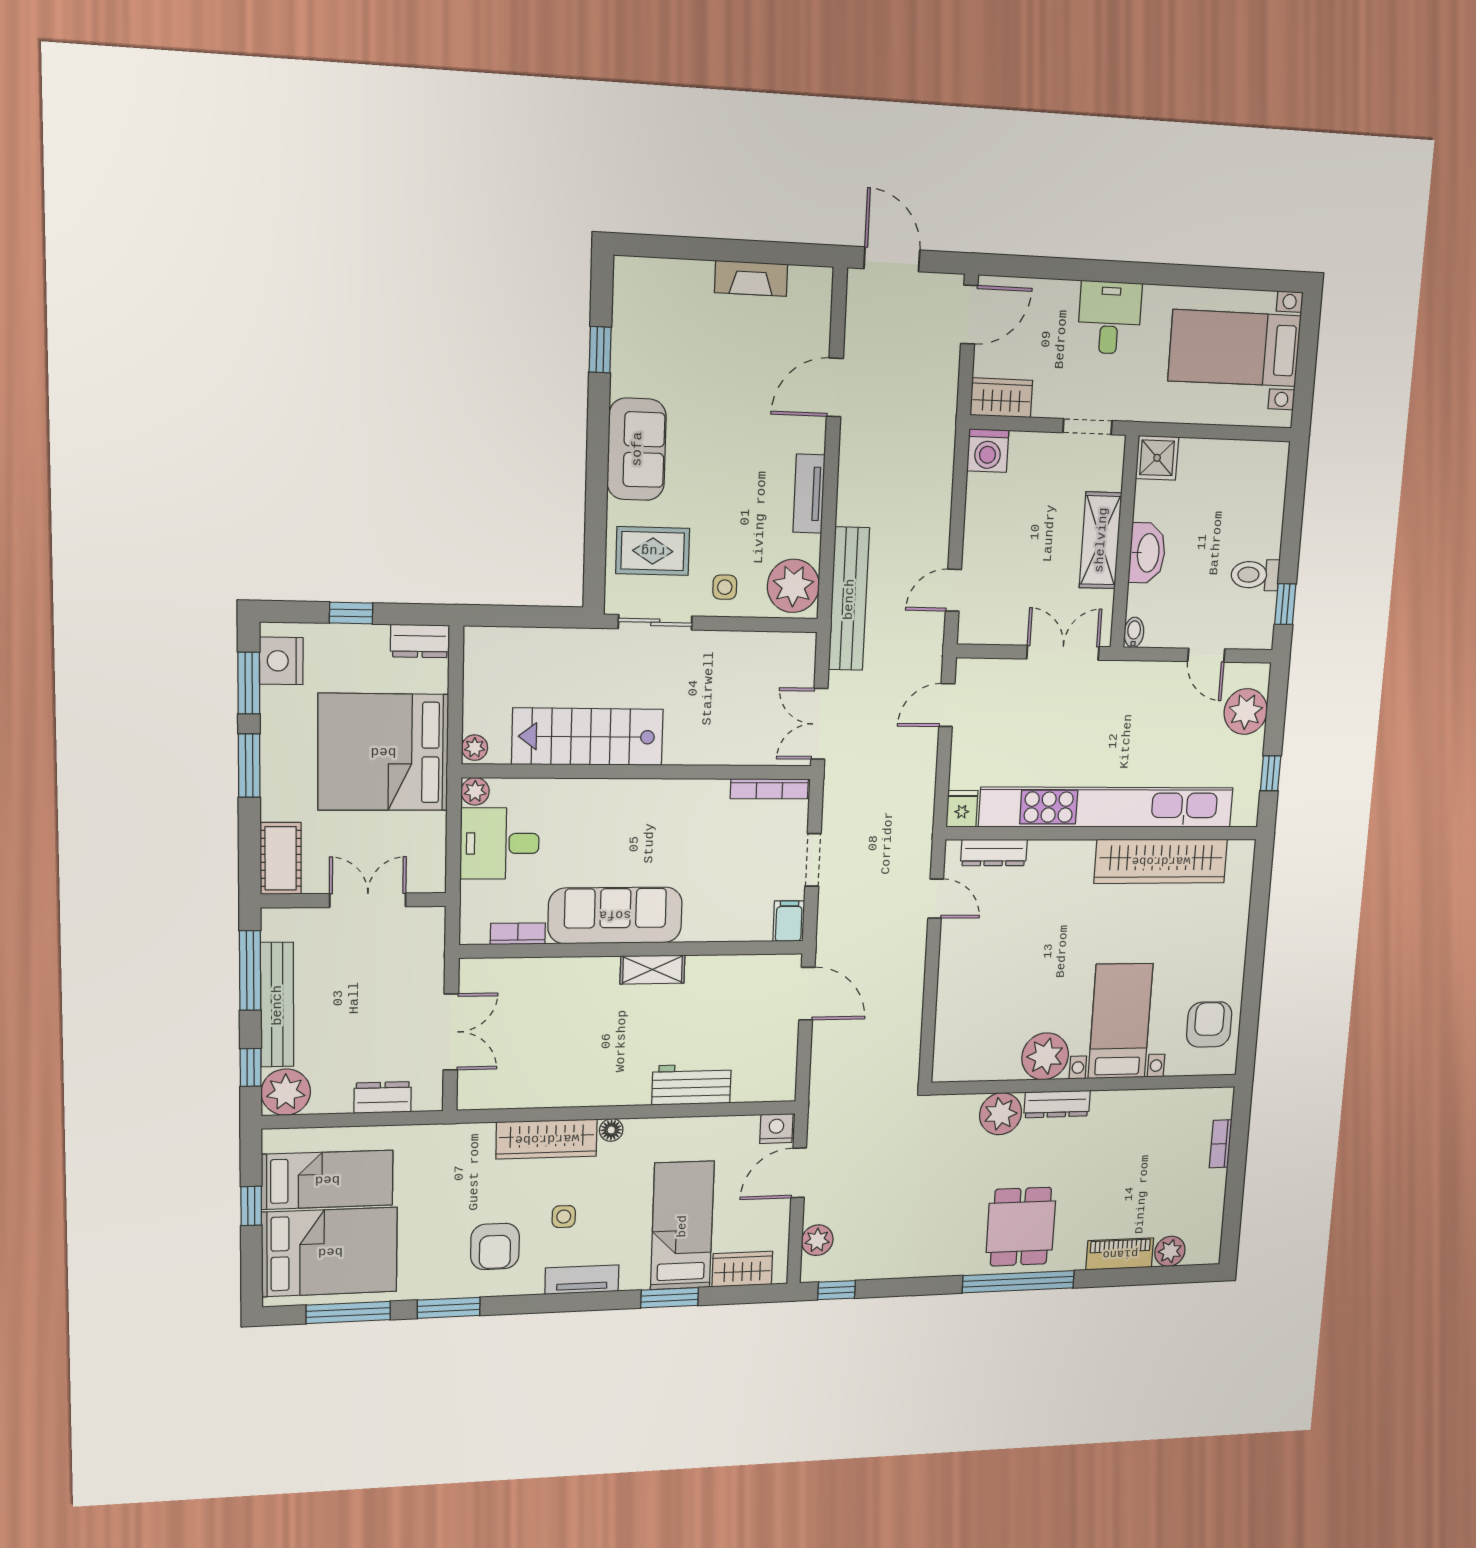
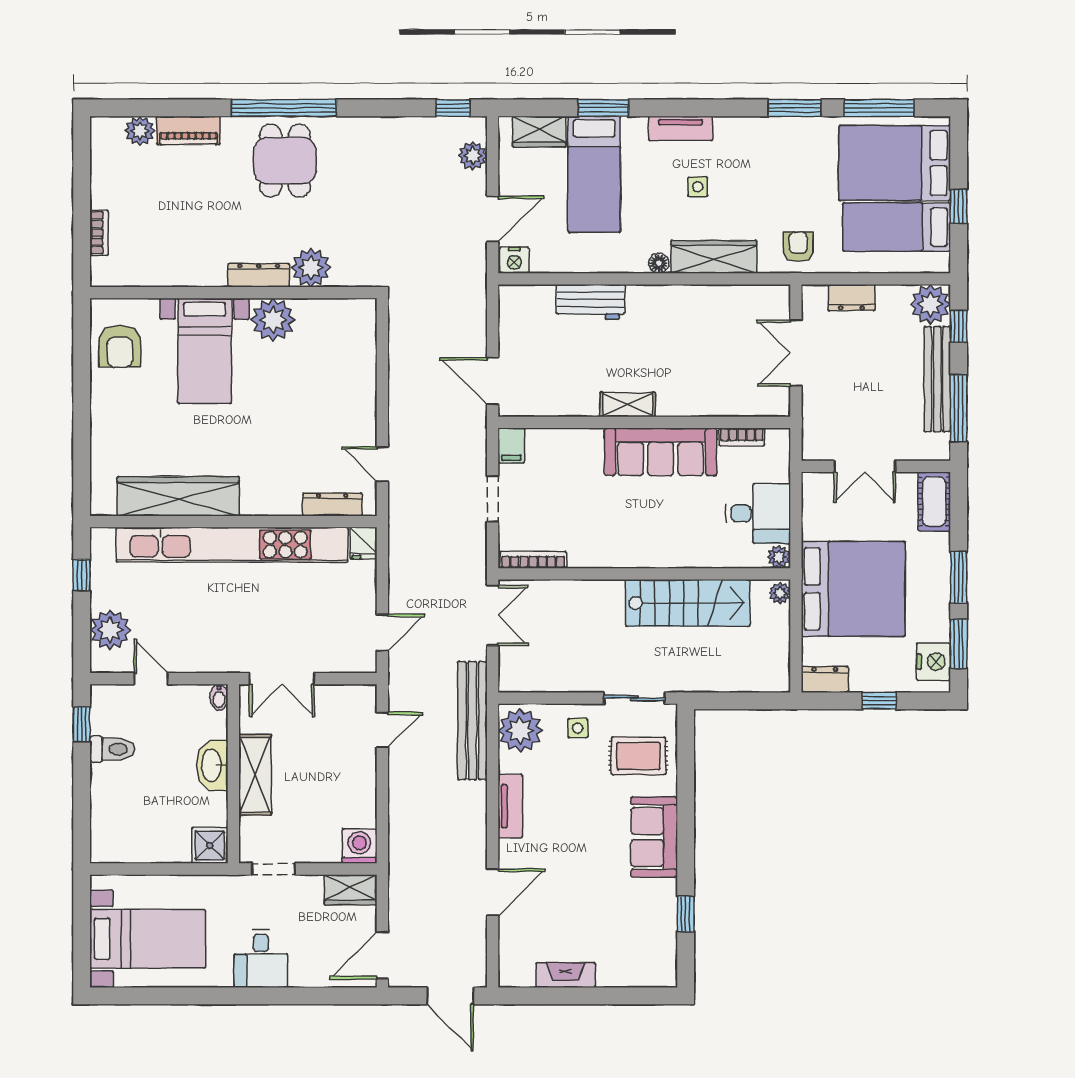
armchair: (495, 1246) -> (798, 247), moved, width x0.72, depth x0.72

